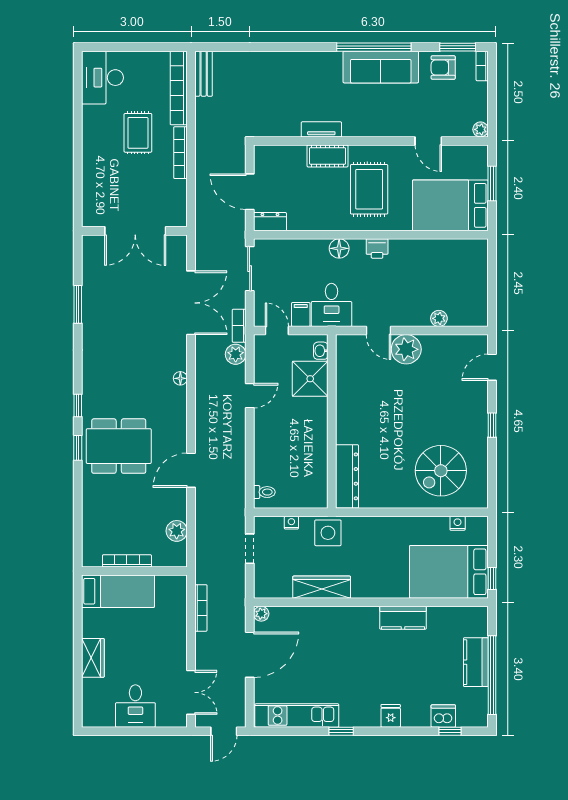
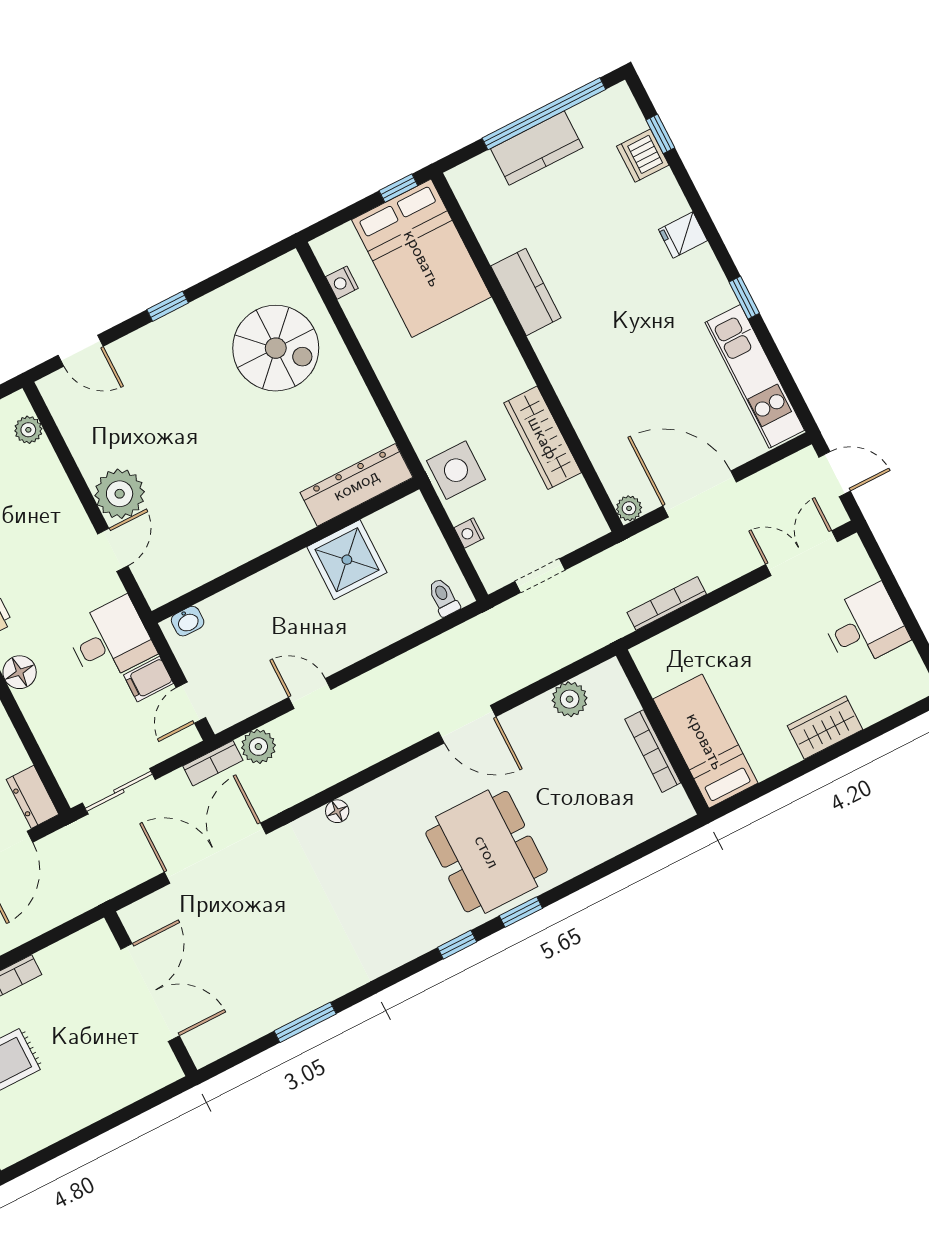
plant: (439, 318) -> (28, 430), moved
shower: (310, 379) -> (347, 560), moved

